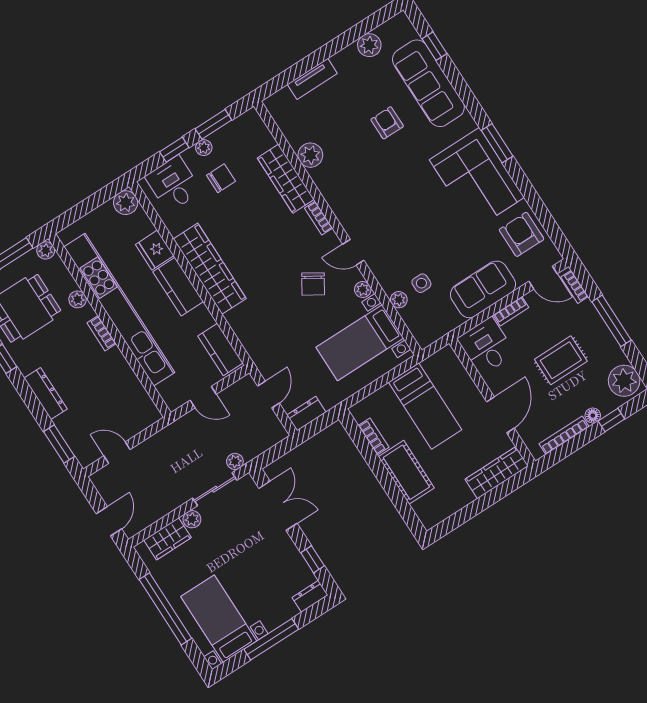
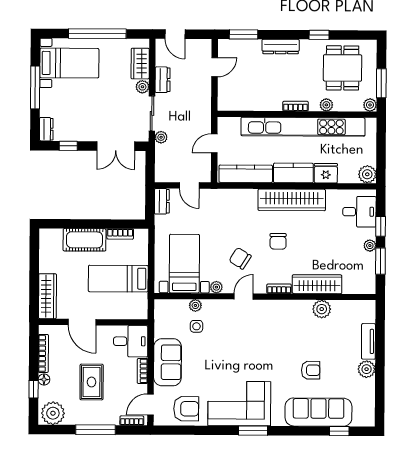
plant: (369, 45) -> (367, 369), moved
chair: (221, 178) -> (278, 241), moved
kitchen counter: (220, 350) -> (246, 174), width x1.50
dresser: (169, 502) -> (163, 80), added

